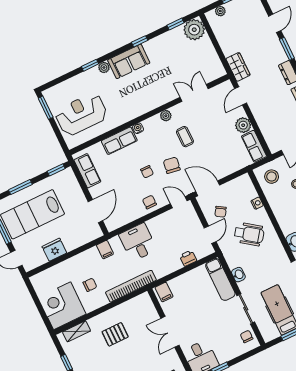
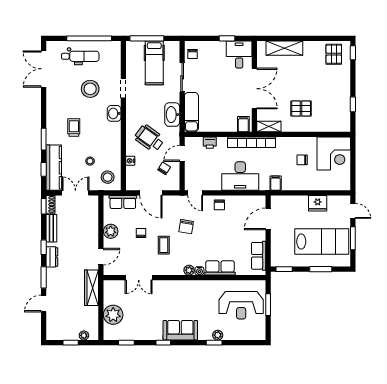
plant: (194, 30) -> (113, 315), moved
wardrobe: (238, 67) -> (92, 288), width x1.50
plant: (104, 68) -> (218, 335), moved
window: (46, 108) -> (268, 305), moved
plant: (166, 116) -> (189, 270), moved
row of seats: (254, 146) -> (123, 202), moved, turned 90
chair: (147, 172) -> (141, 233), moved
door: (208, 188) -> (151, 193), moved
desk: (138, 242) -> (240, 176), width x1.37
washbasin: (238, 275) -> (172, 115), width x1.91, depth x1.45
bookcase: (131, 286) -> (251, 142), moved
shelving: (77, 331) -> (269, 126), moved
double door: (170, 332) -> (254, 89), width x1.37

